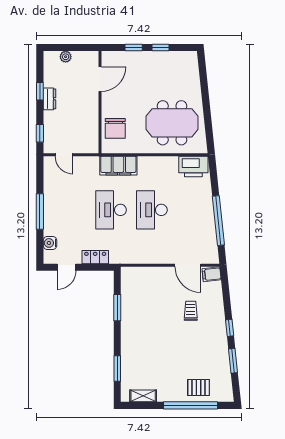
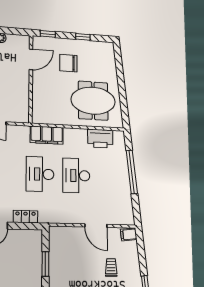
window: (134, 48) -> (48, 34), moved
chair: (115, 128) -> (68, 63), moved, turned 90
printer: (193, 166) -> (100, 139), moved
window: (218, 221) -> (132, 172), moved
door: (188, 265) -> (96, 226), moved

